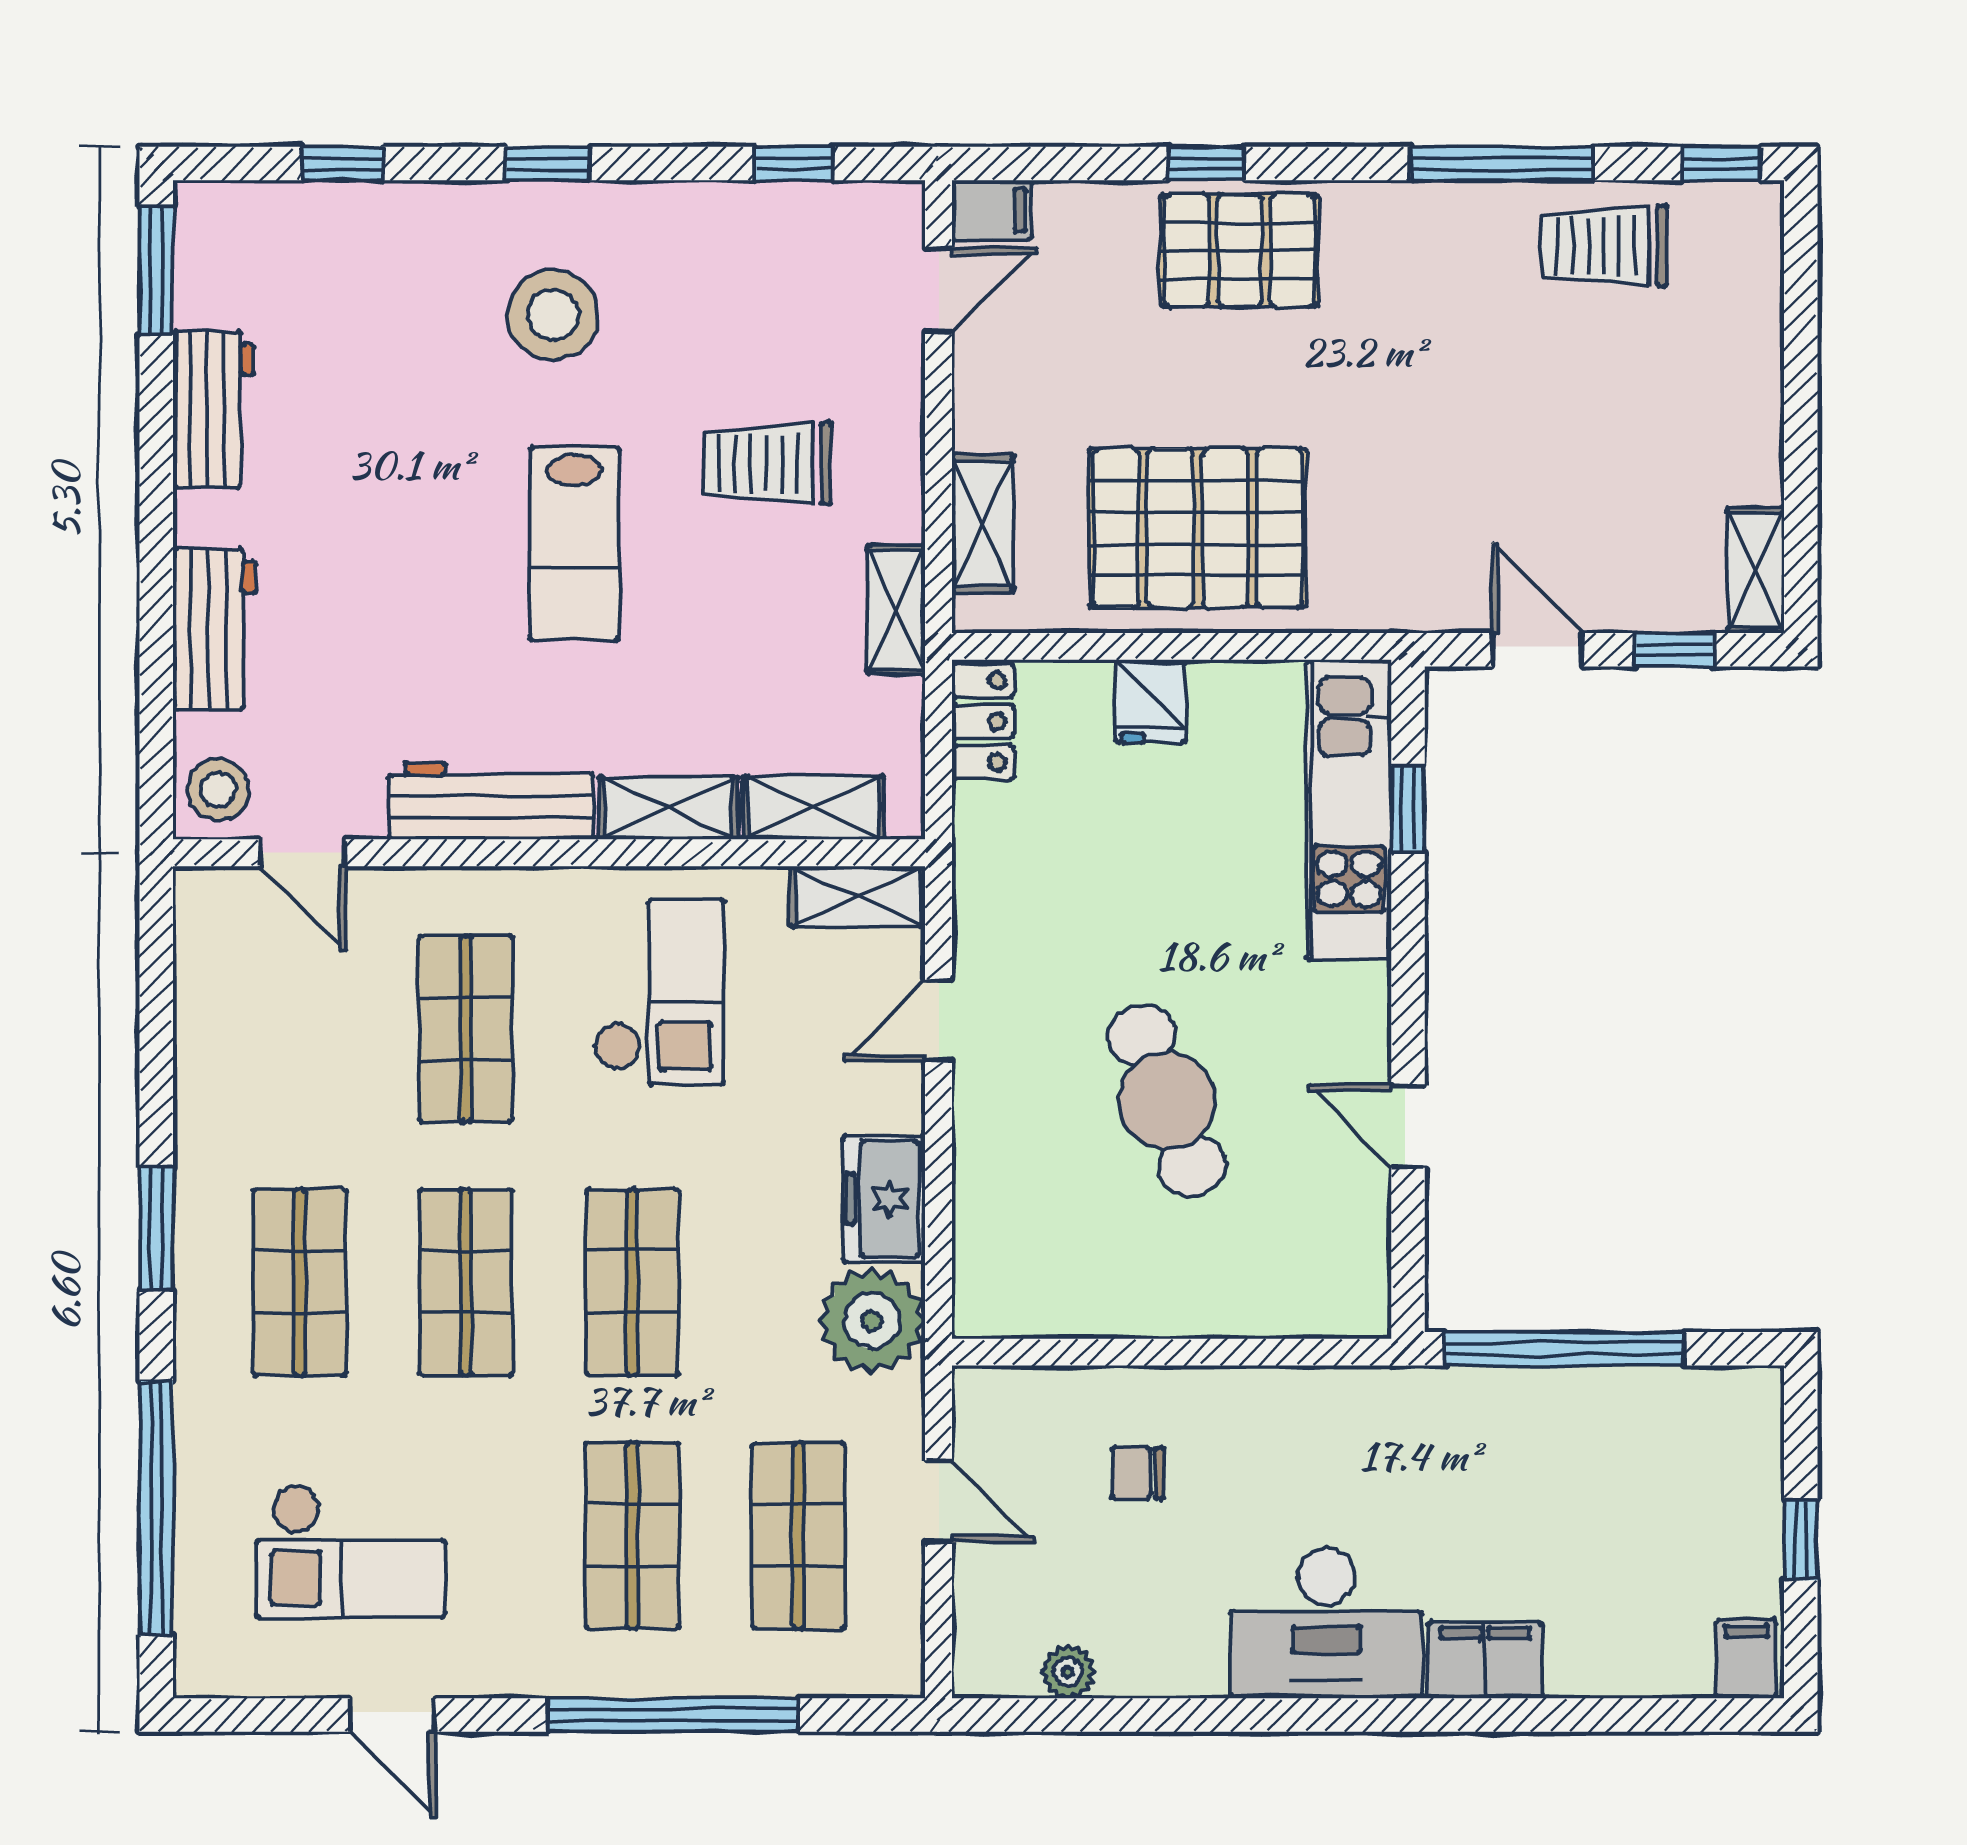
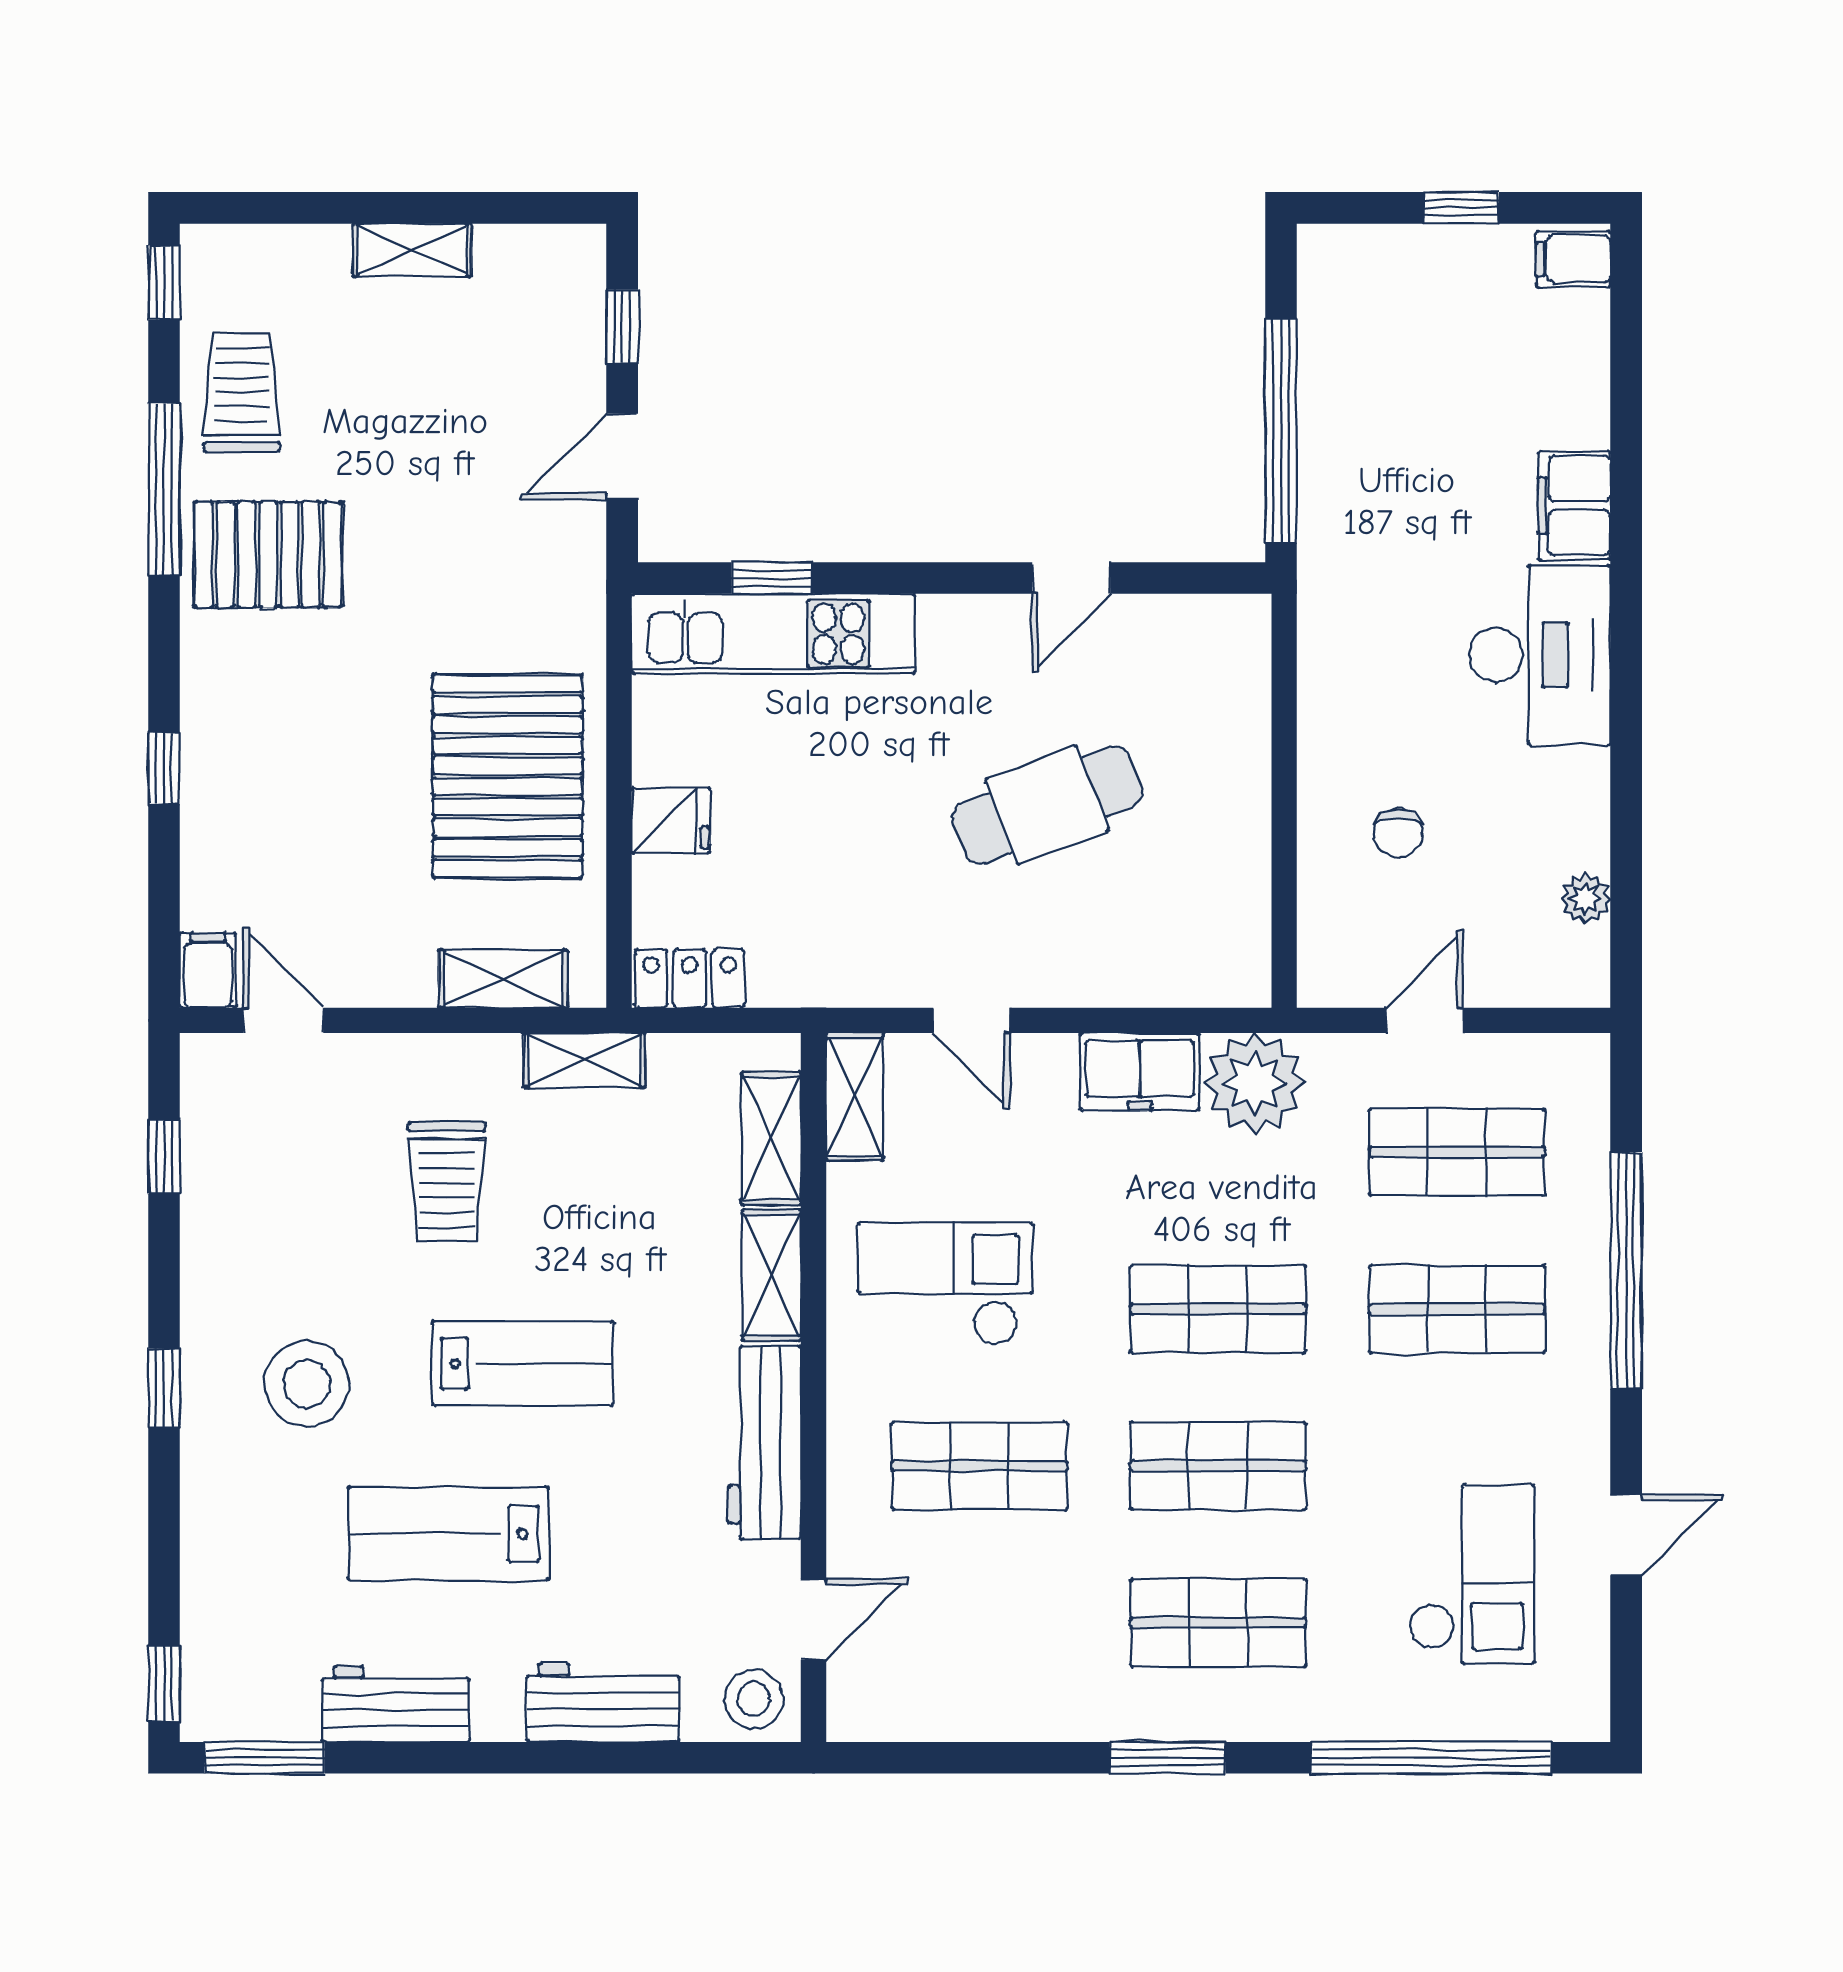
window: (342, 164) -> (164, 1683), moved
trolley: (1605, 246) -> (242, 393), turned 180
pallet: (1239, 251) -> (268, 554), moved, turned 90
lab bench: (394, 465) -> (448, 1534), added
shelving: (1756, 570) -> (412, 250), moved

